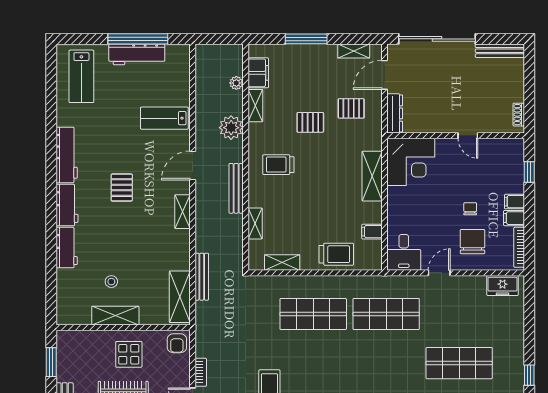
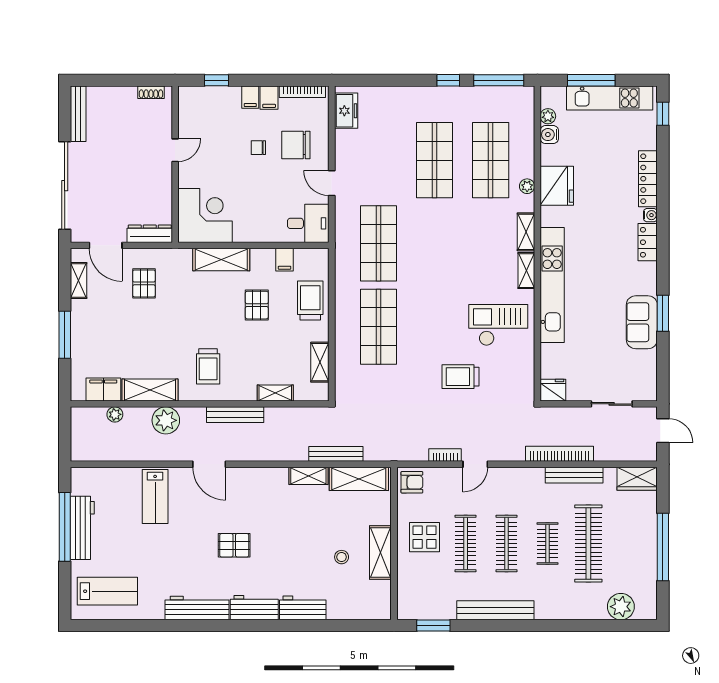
shelving: (255, 106) -> (150, 390), width x1.50, depth x1.33
pallet: (310, 122) -> (257, 305), moved
shelving: (183, 212) -> (308, 476), moved

